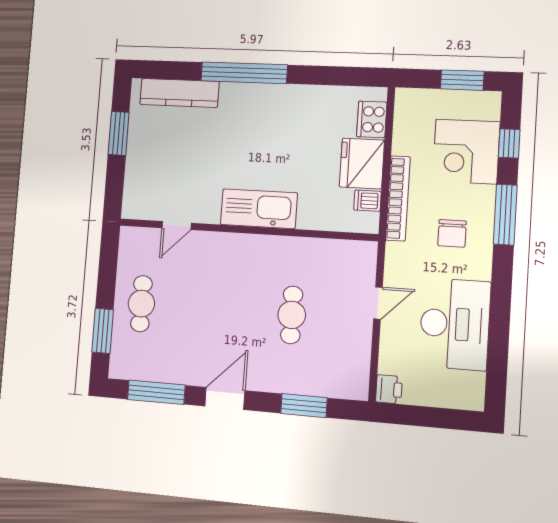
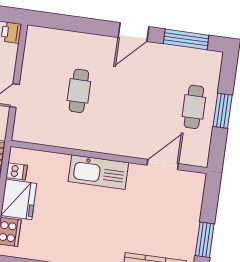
door: (177, 225) -> (163, 164), width x1.38
window: (103, 331) -> (223, 111), moved
window: (304, 406) -> (74, 24), removed

